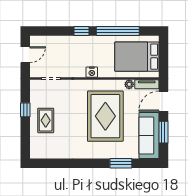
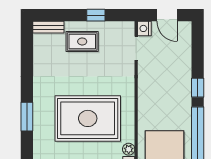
nightstand: (92, 72) -> (144, 28), moved
bench: (34, 147) -> (48, 27), added
window: (121, 163) -> (27, 117), moved

